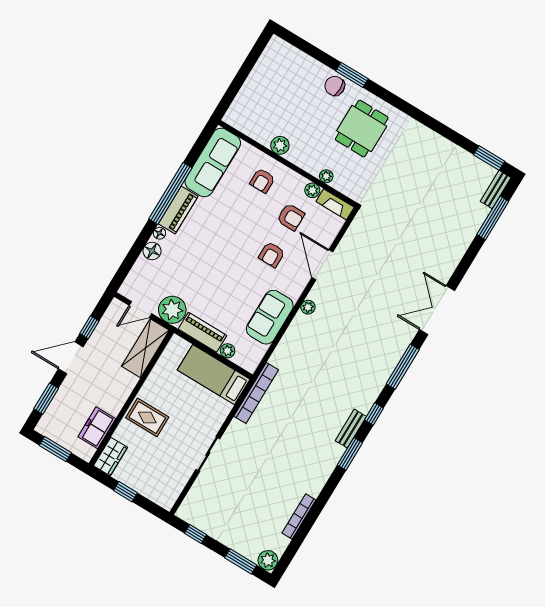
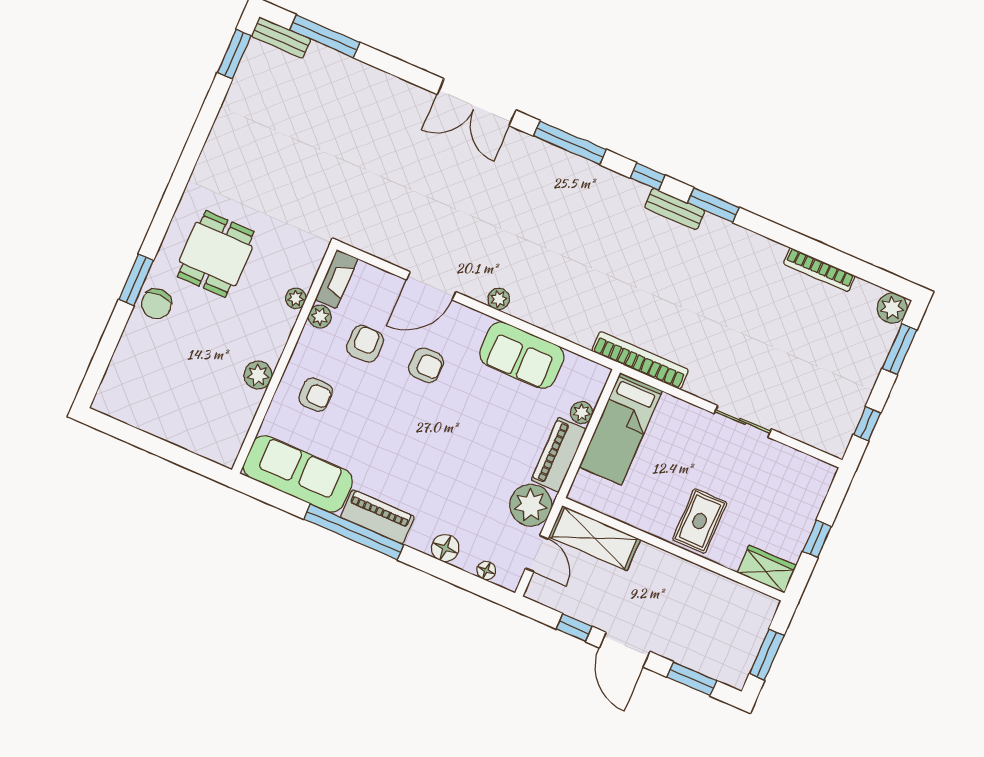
dining table: (362, 128) -> (216, 254), turned 90
floor lamp: (159, 233) -> (486, 571), moved
freezer: (97, 428) -> (726, 596), removed

